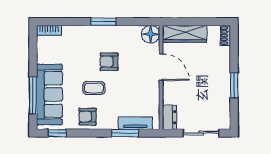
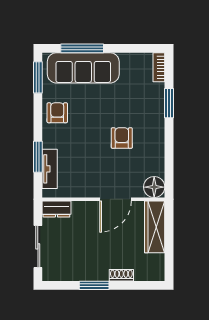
window: (103, 22) -> (169, 103), moved
shoe rack: (226, 36) -> (121, 275), moved
coffee table: (94, 88) -> (91, 120), removed
window: (57, 133) -> (38, 77), width x1.50

